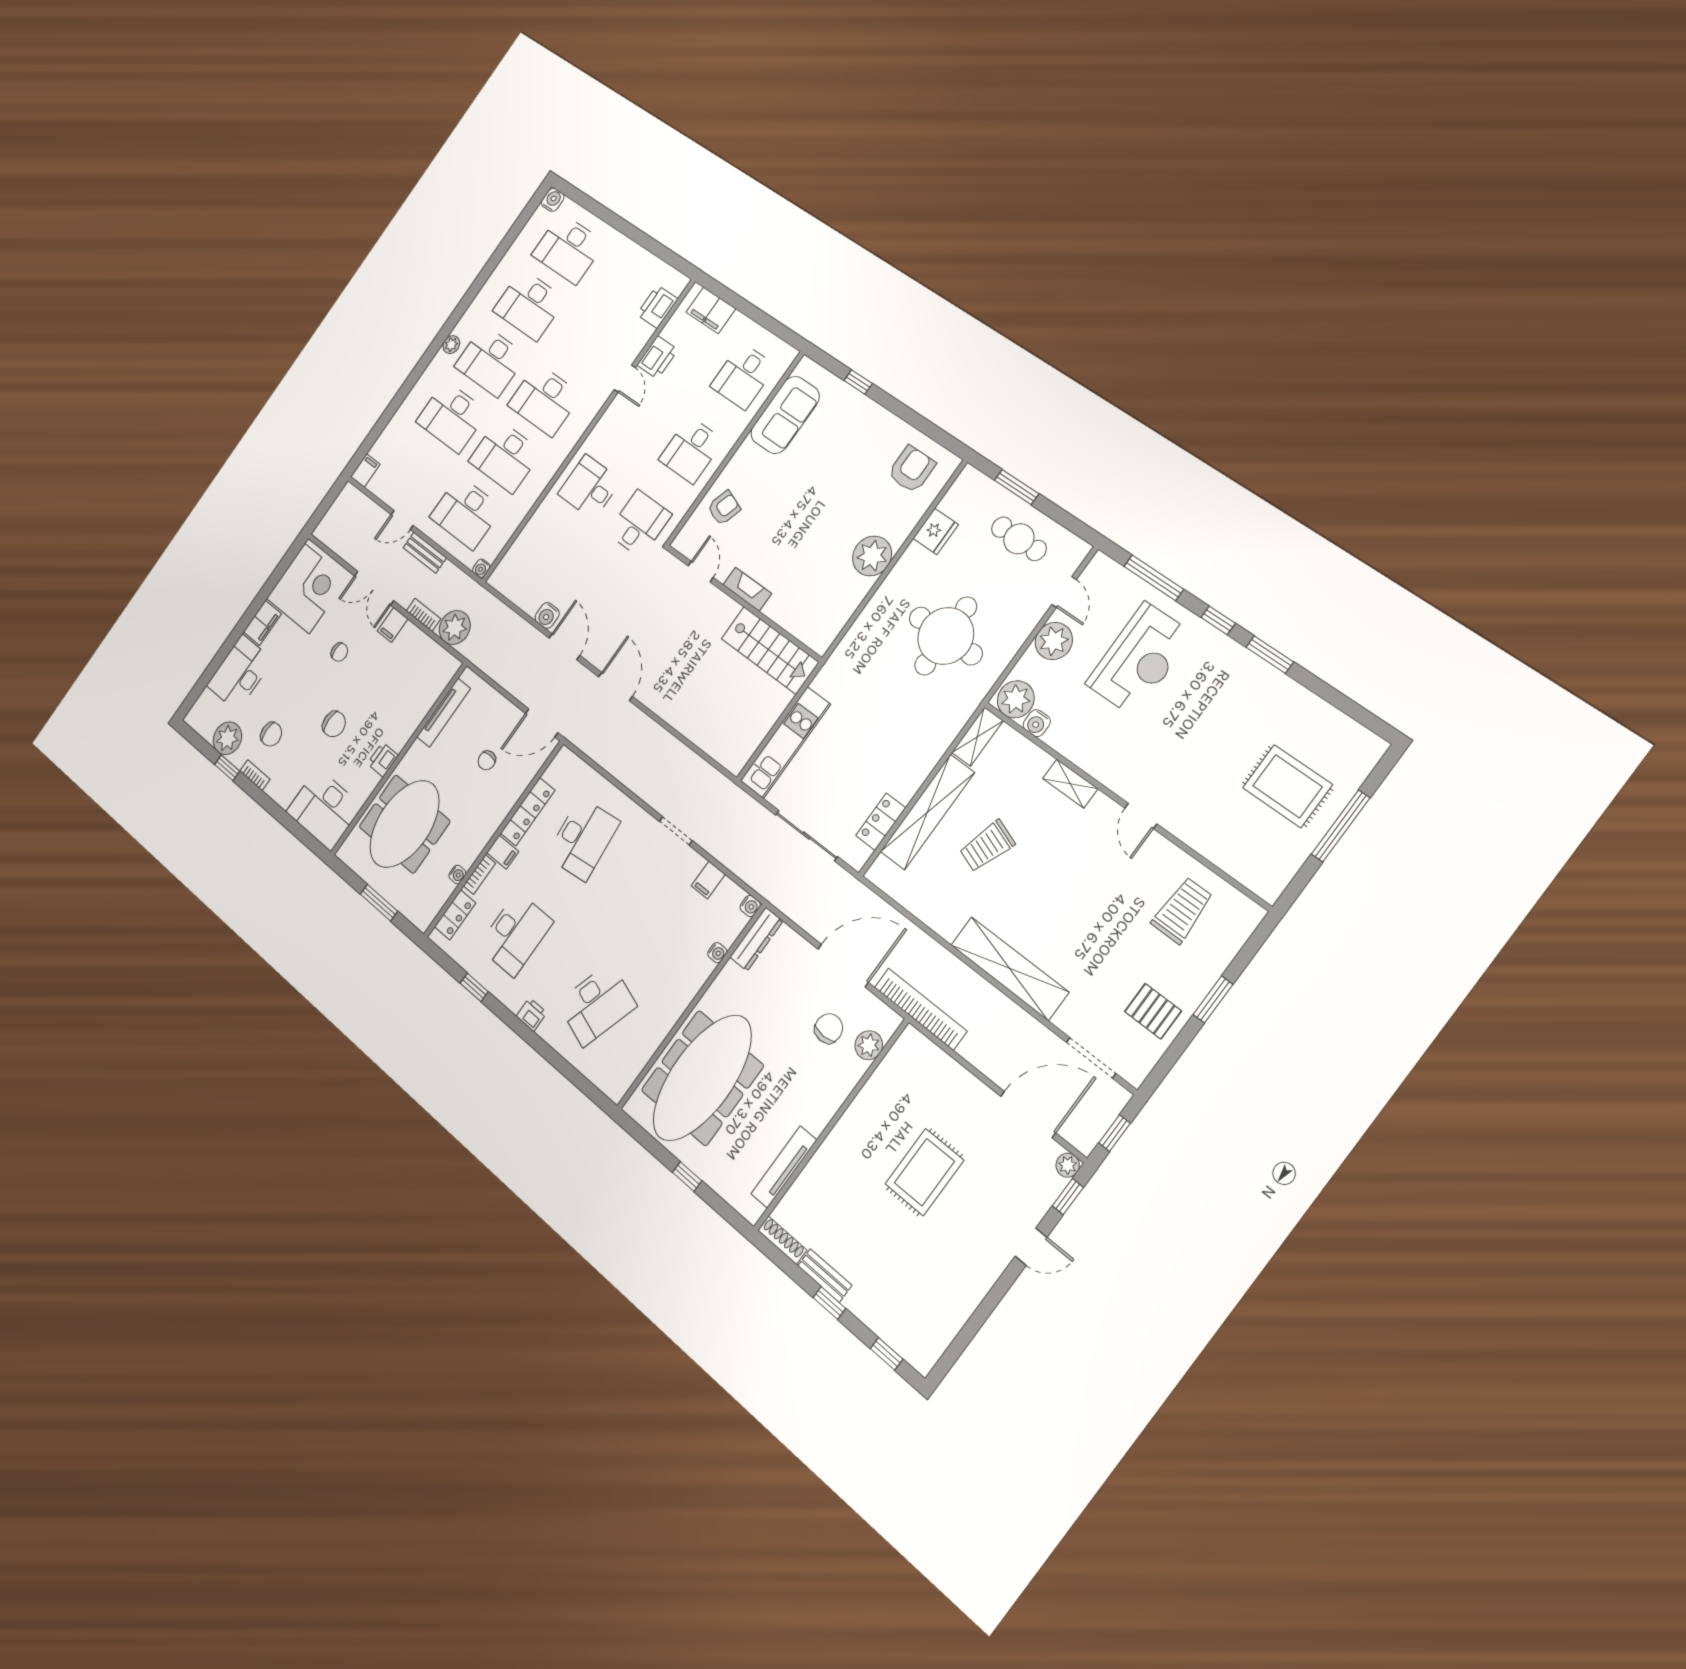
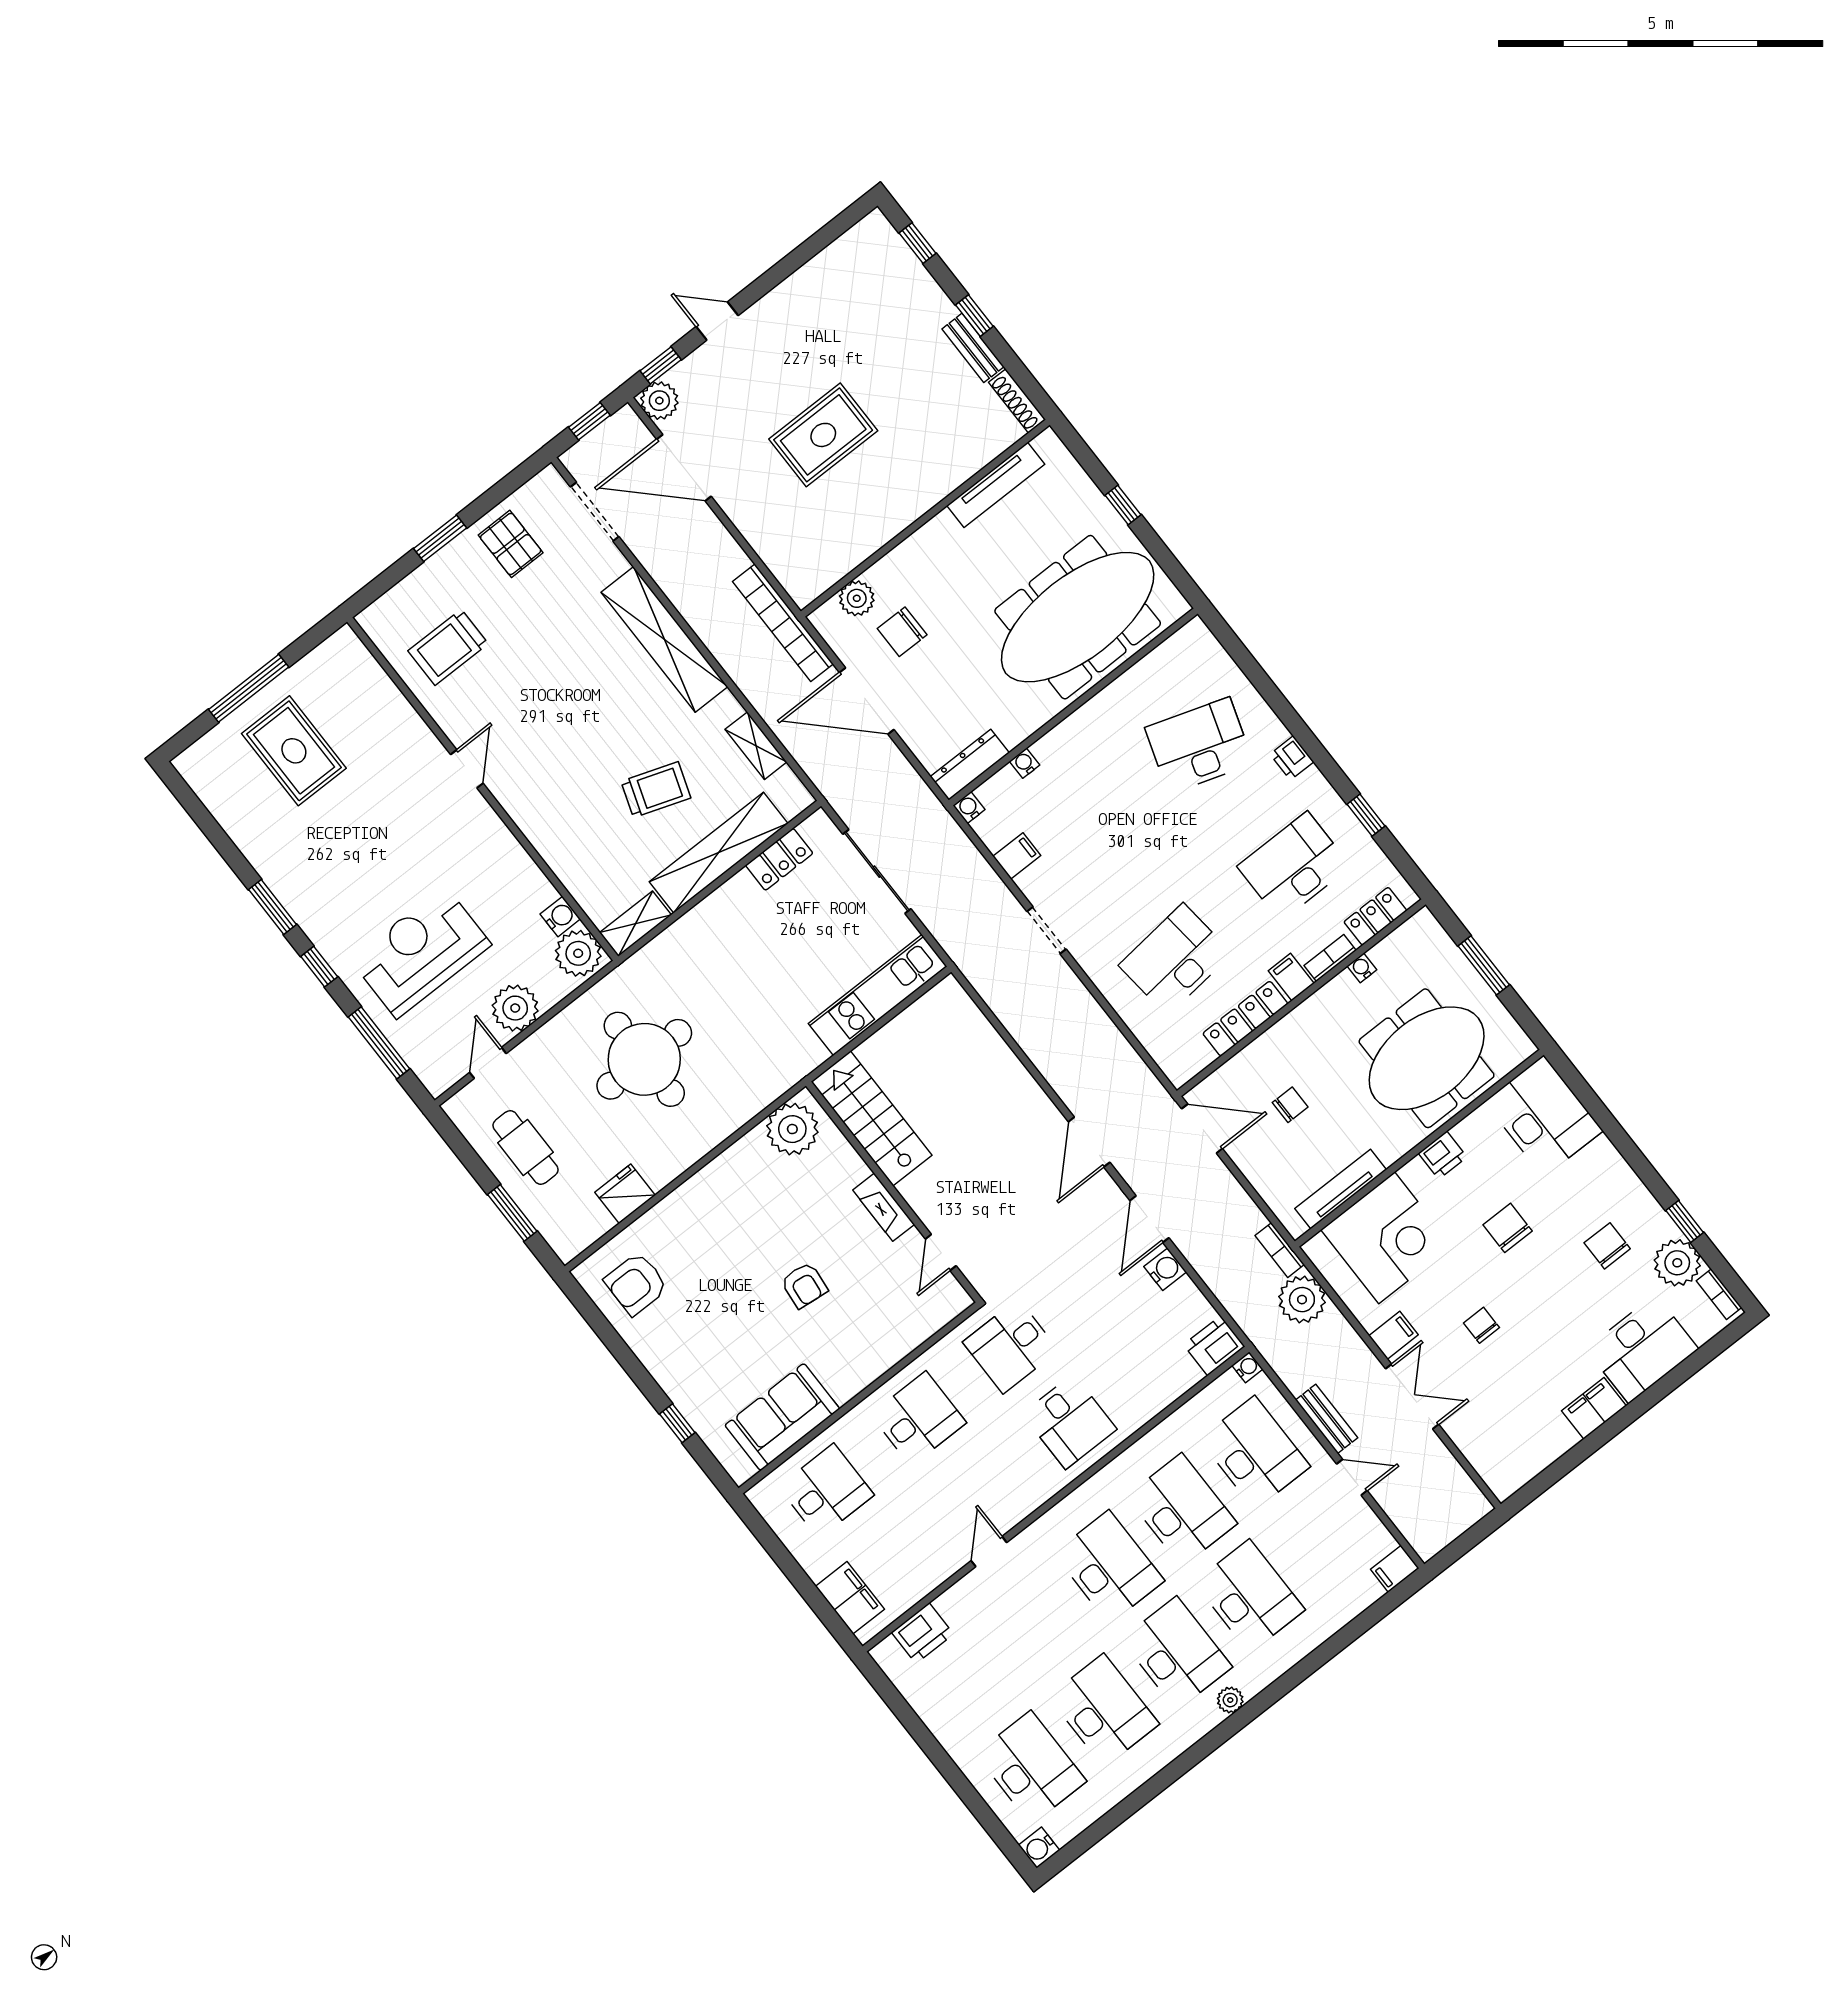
printer: (657, 357) -> (1214, 1346), moved
armchair: (724, 508) -> (804, 1285), moved, turned -103
plant: (872, 556) -> (792, 1129), moved
corner desk: (307, 588) -> (1387, 1238), moved, turned 180
bookcase: (424, 615) -> (1280, 1250), moved
bookcase: (255, 775) -> (1719, 1294), moved
shelving: (1070, 784) -> (756, 746), moved
plant: (1068, 1165) -> (659, 401), width x1.38, depth x1.38

